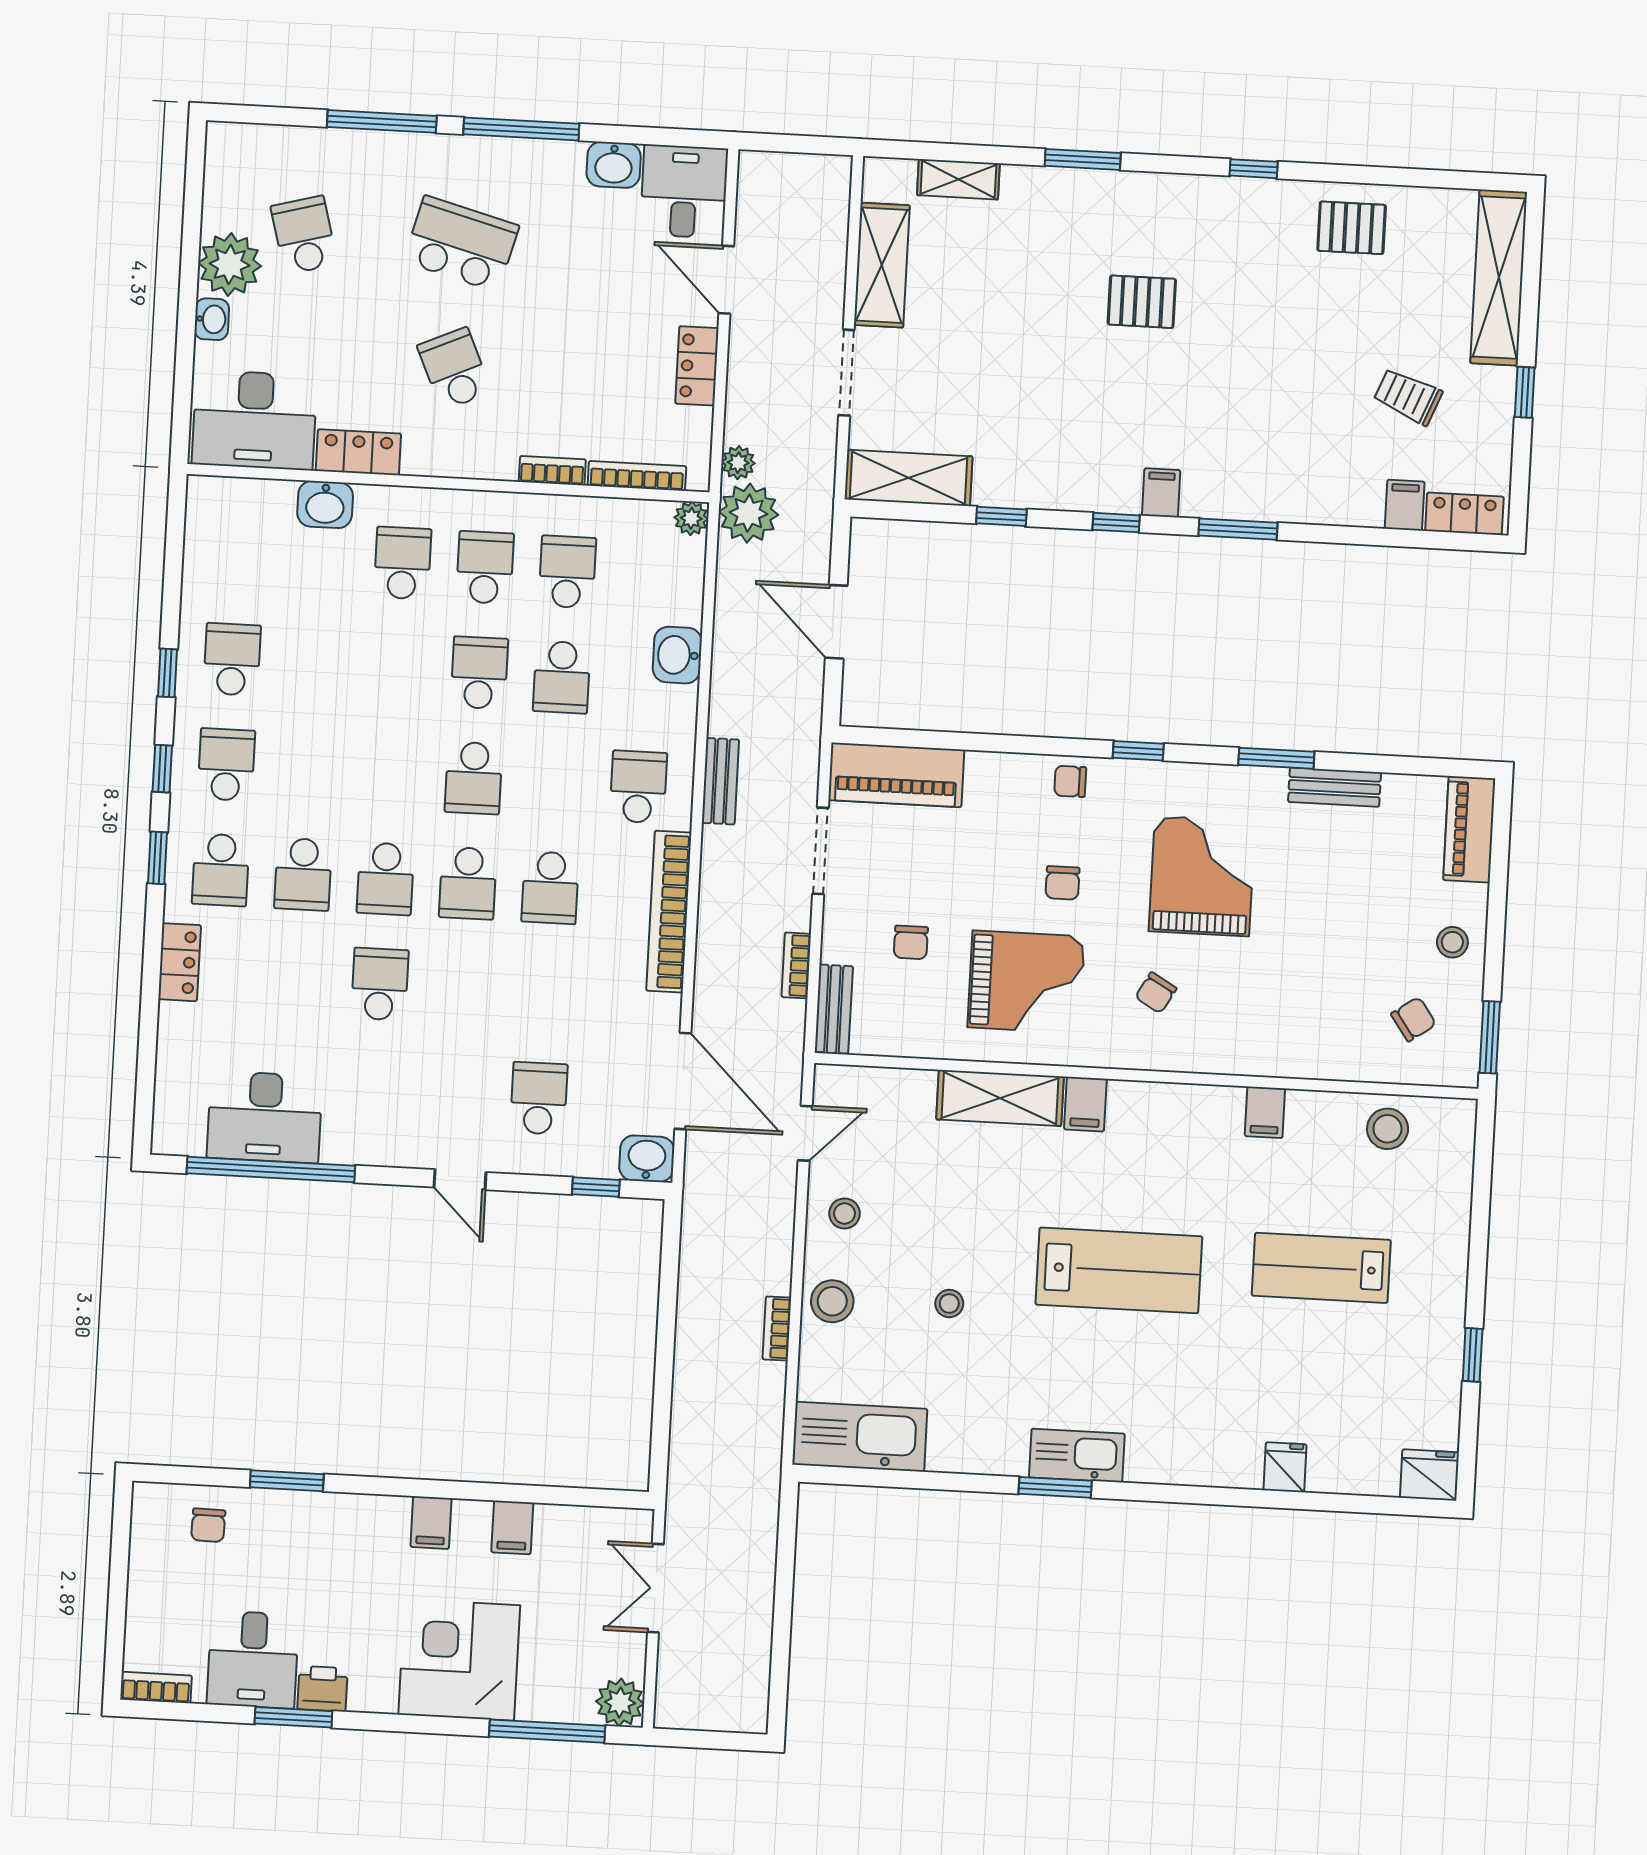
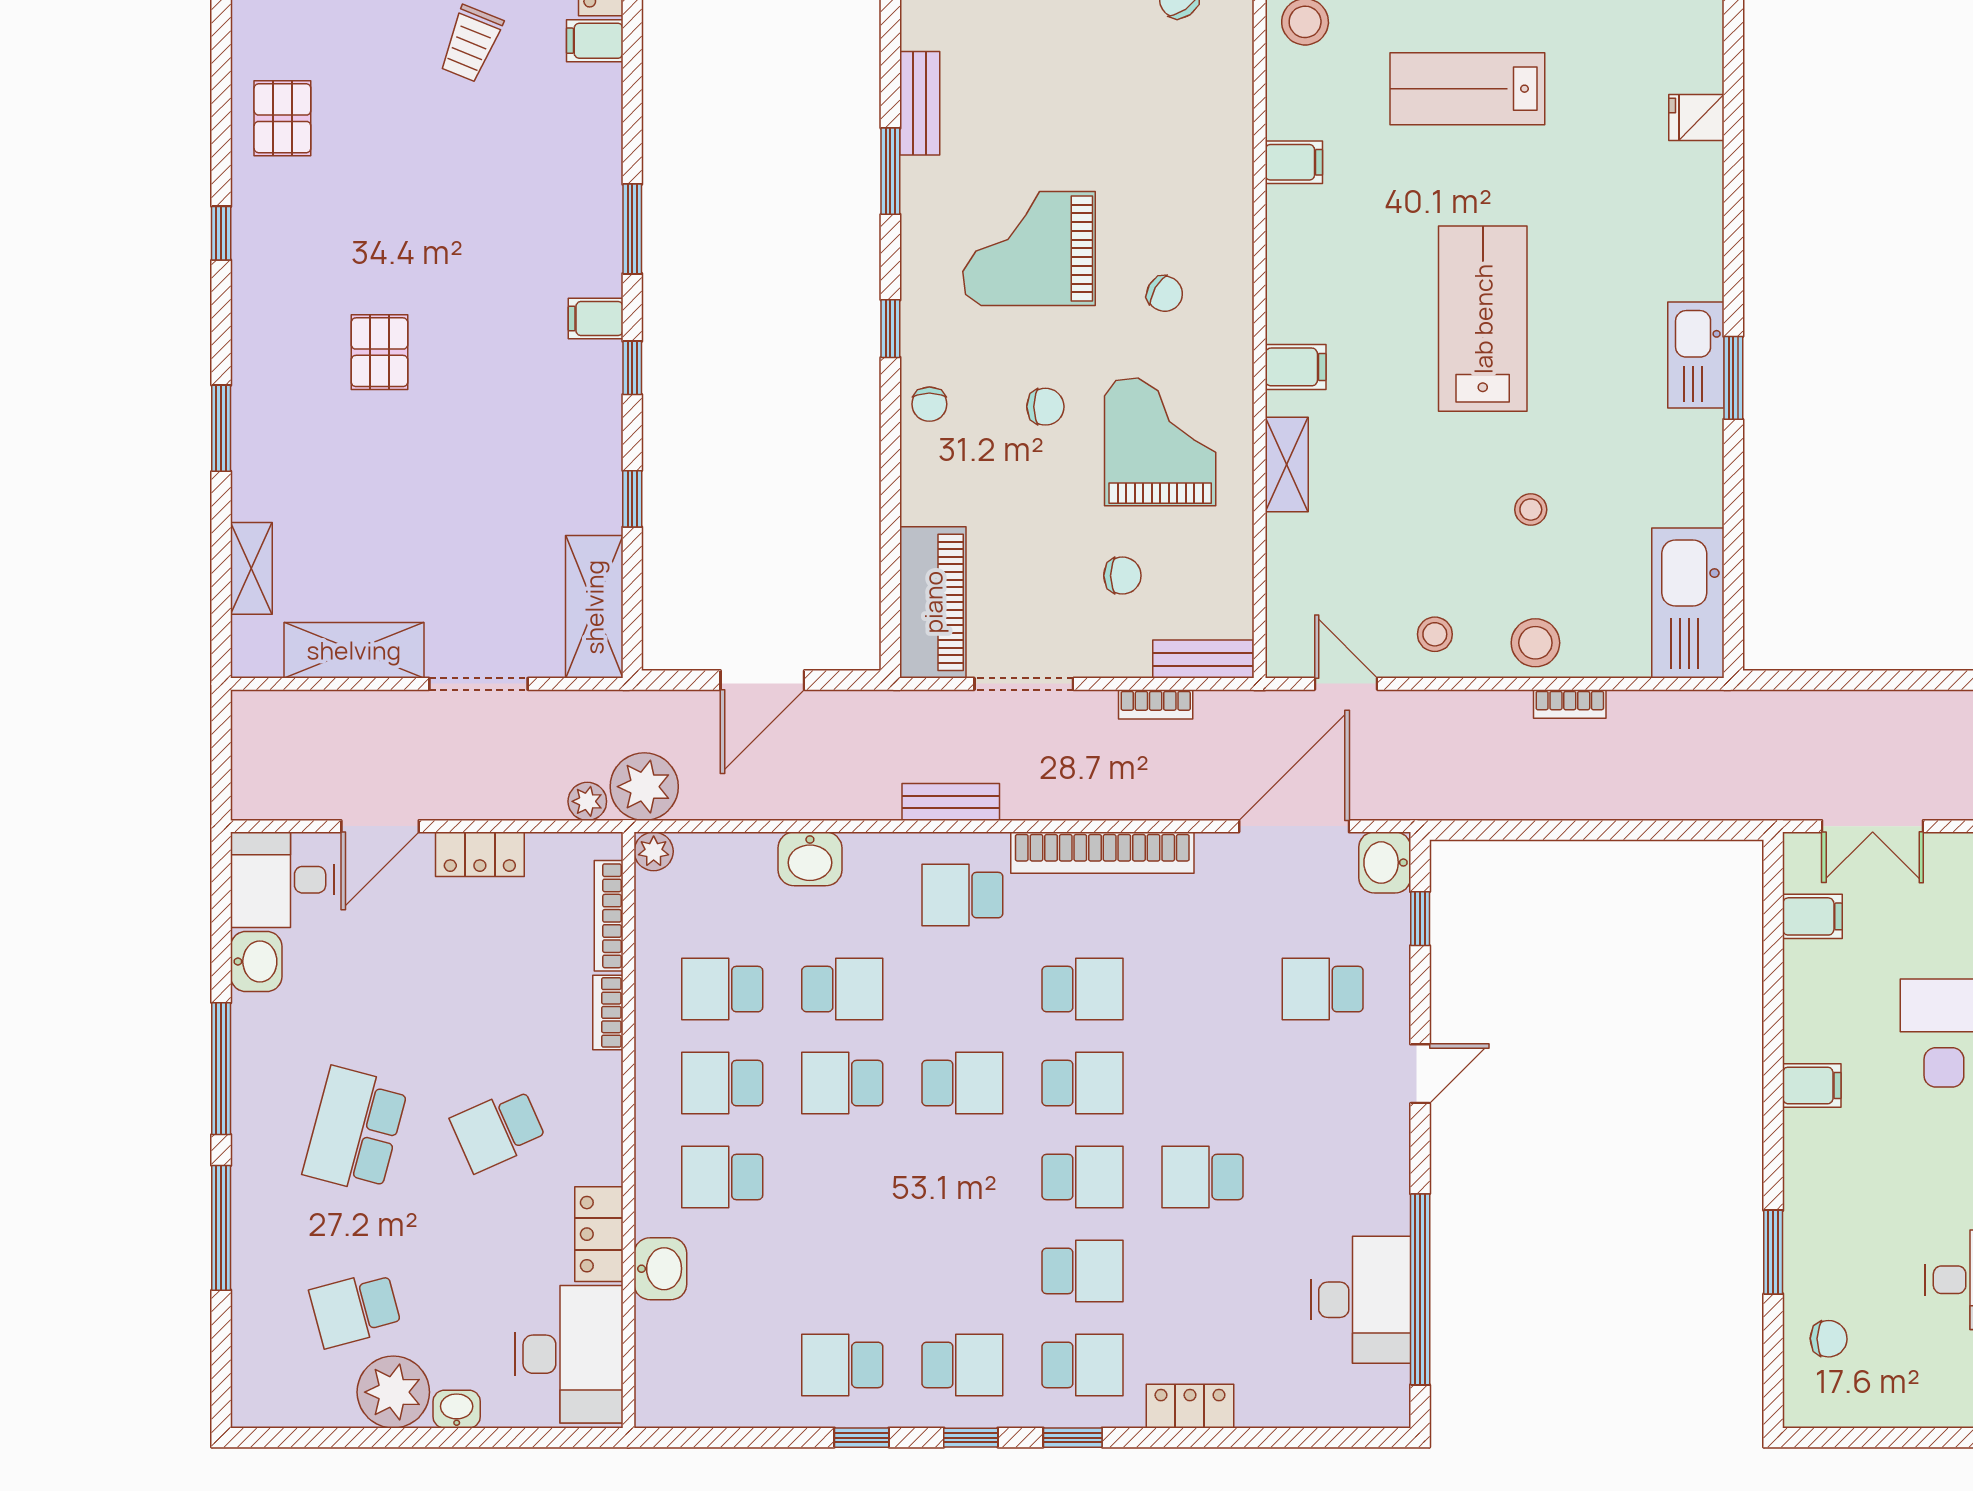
school desk: (226, 765) -> (962, 1365), turned 180
shelving: (1000, 1098) -> (1287, 465), width x0.67, depth x0.75
lab bench: (1321, 1268) -> (1467, 89), turned 90
filing cabinet: (512, 1527) -> (1812, 916), moved

